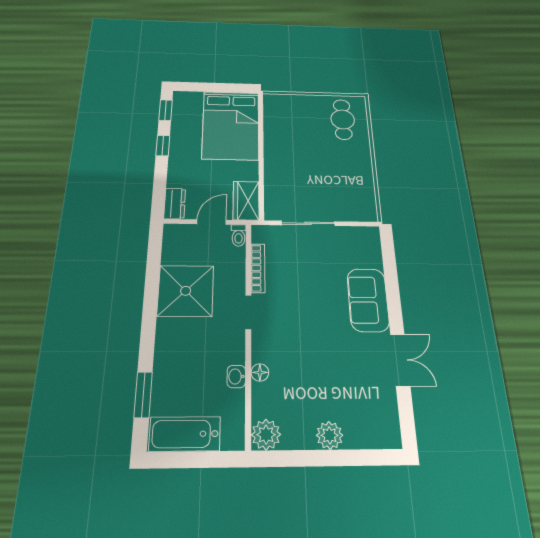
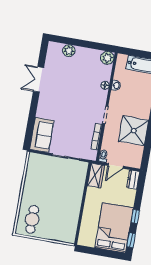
bed: (231, 125) -> (114, 228), moved
sofa: (368, 300) -> (42, 135), moved
plant: (330, 435) -> (69, 51), moved

